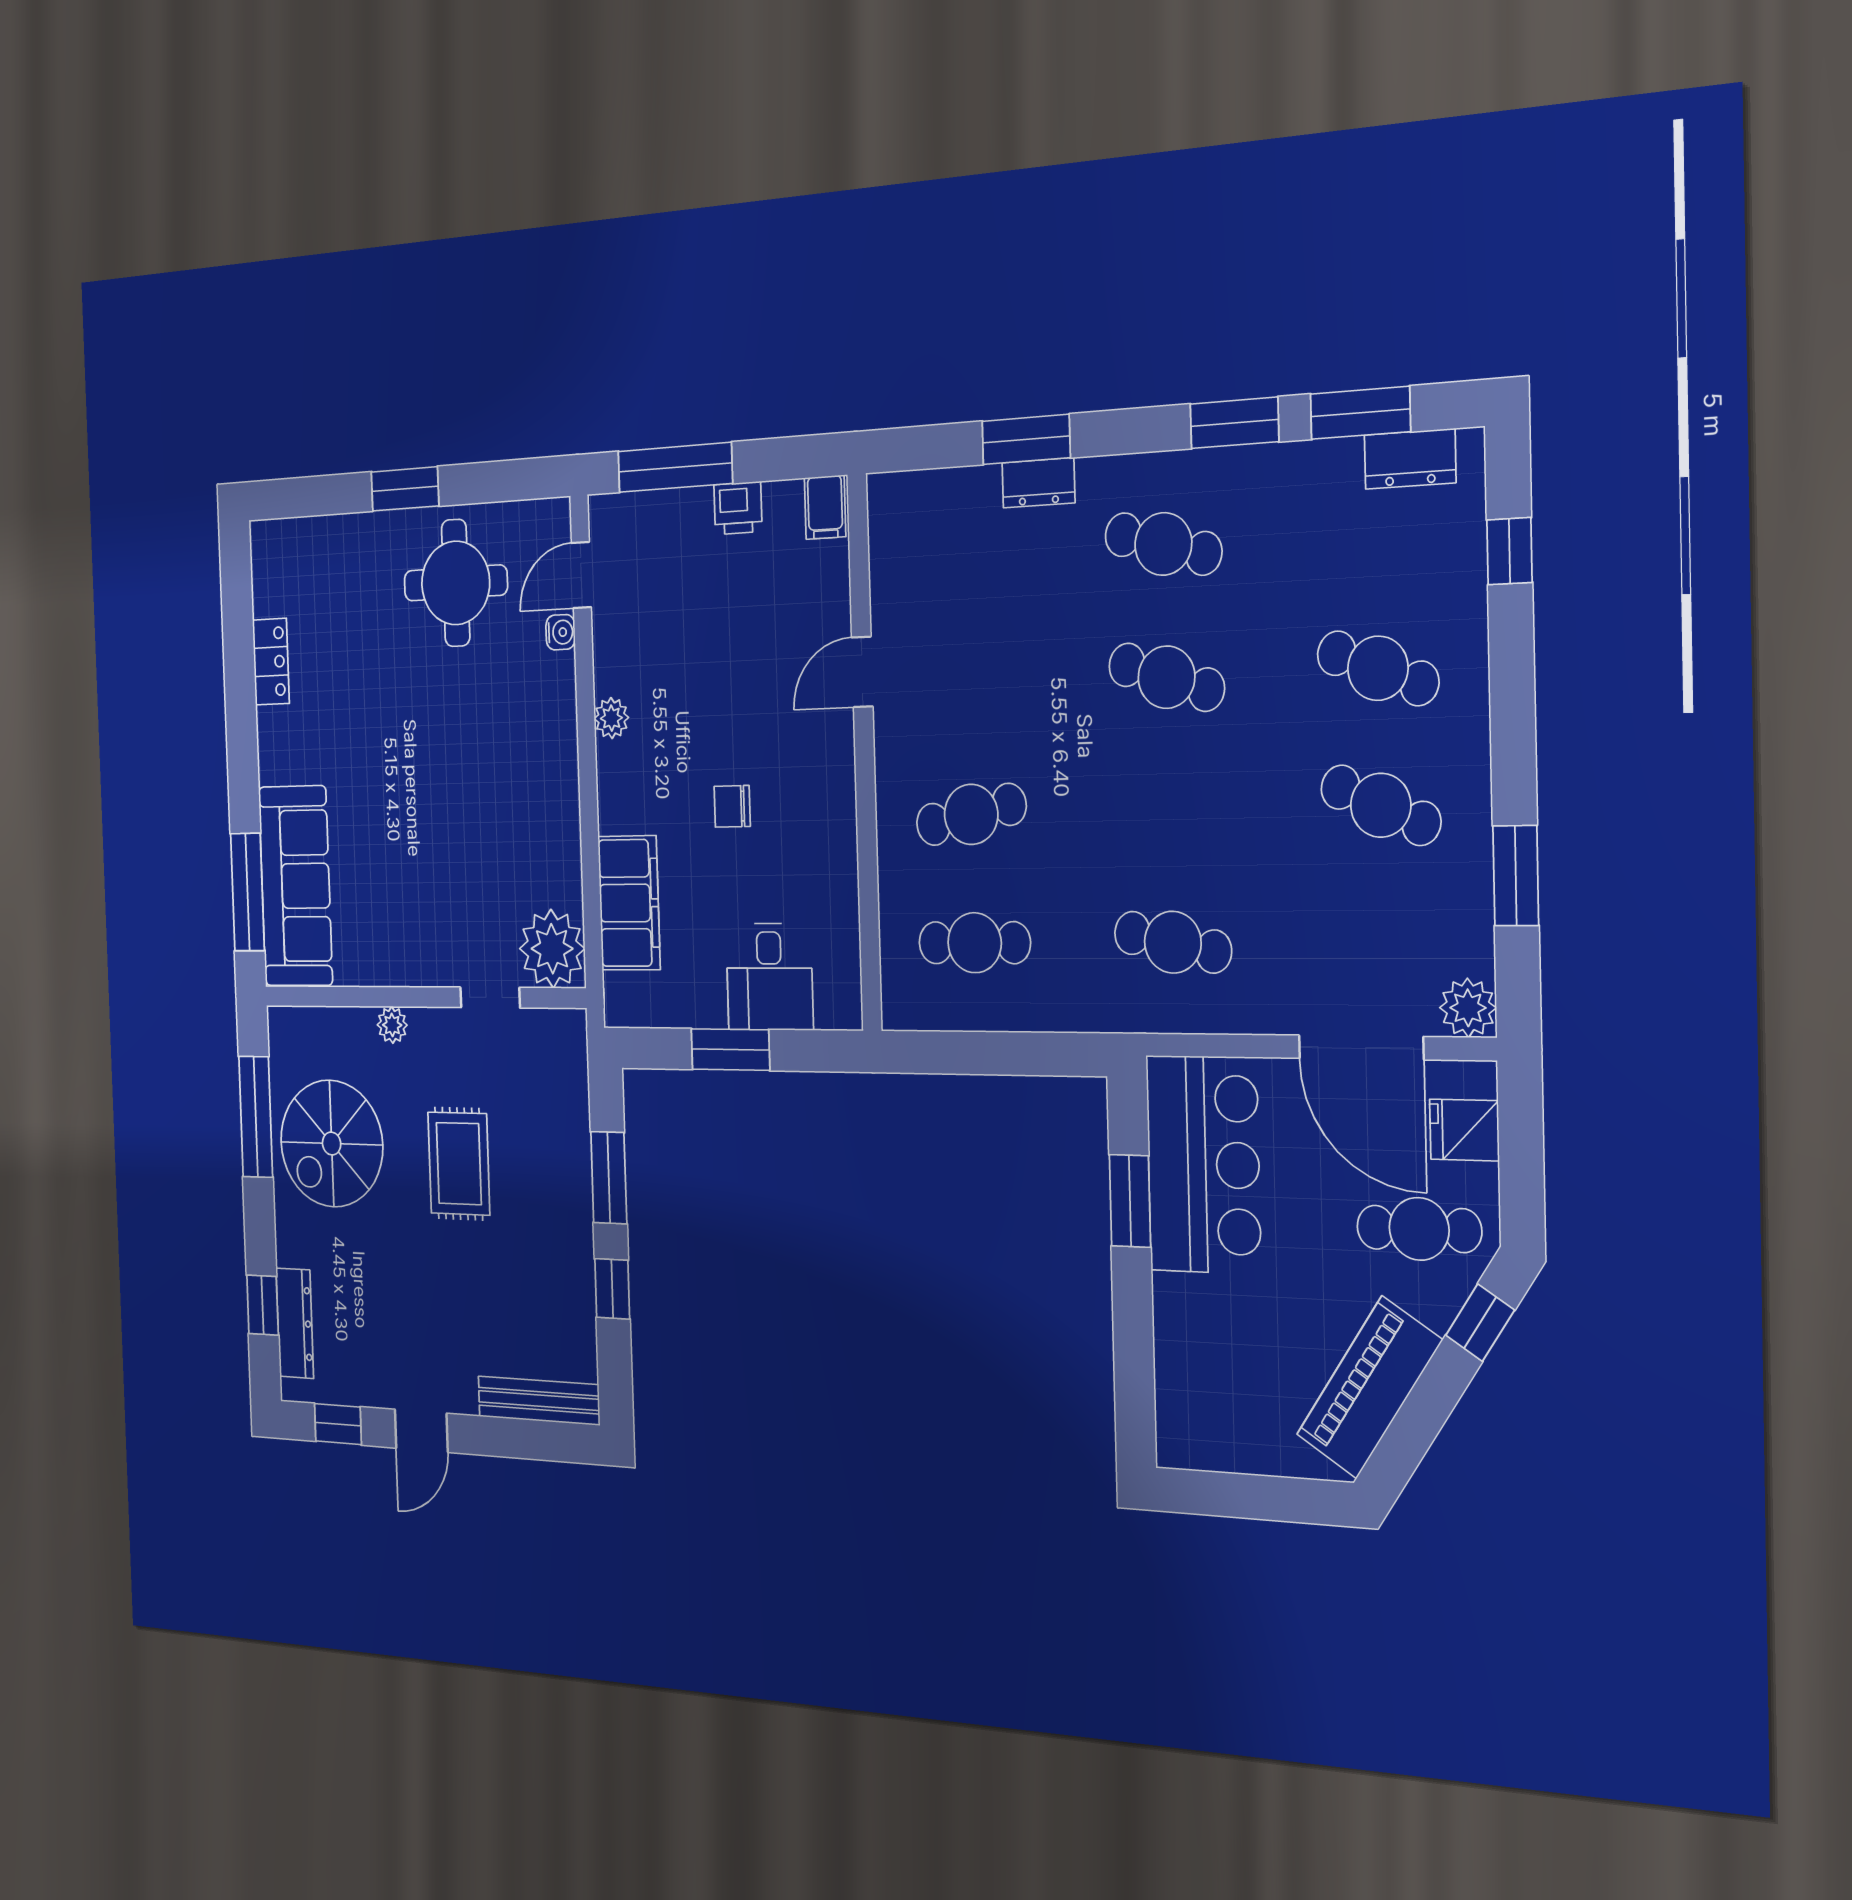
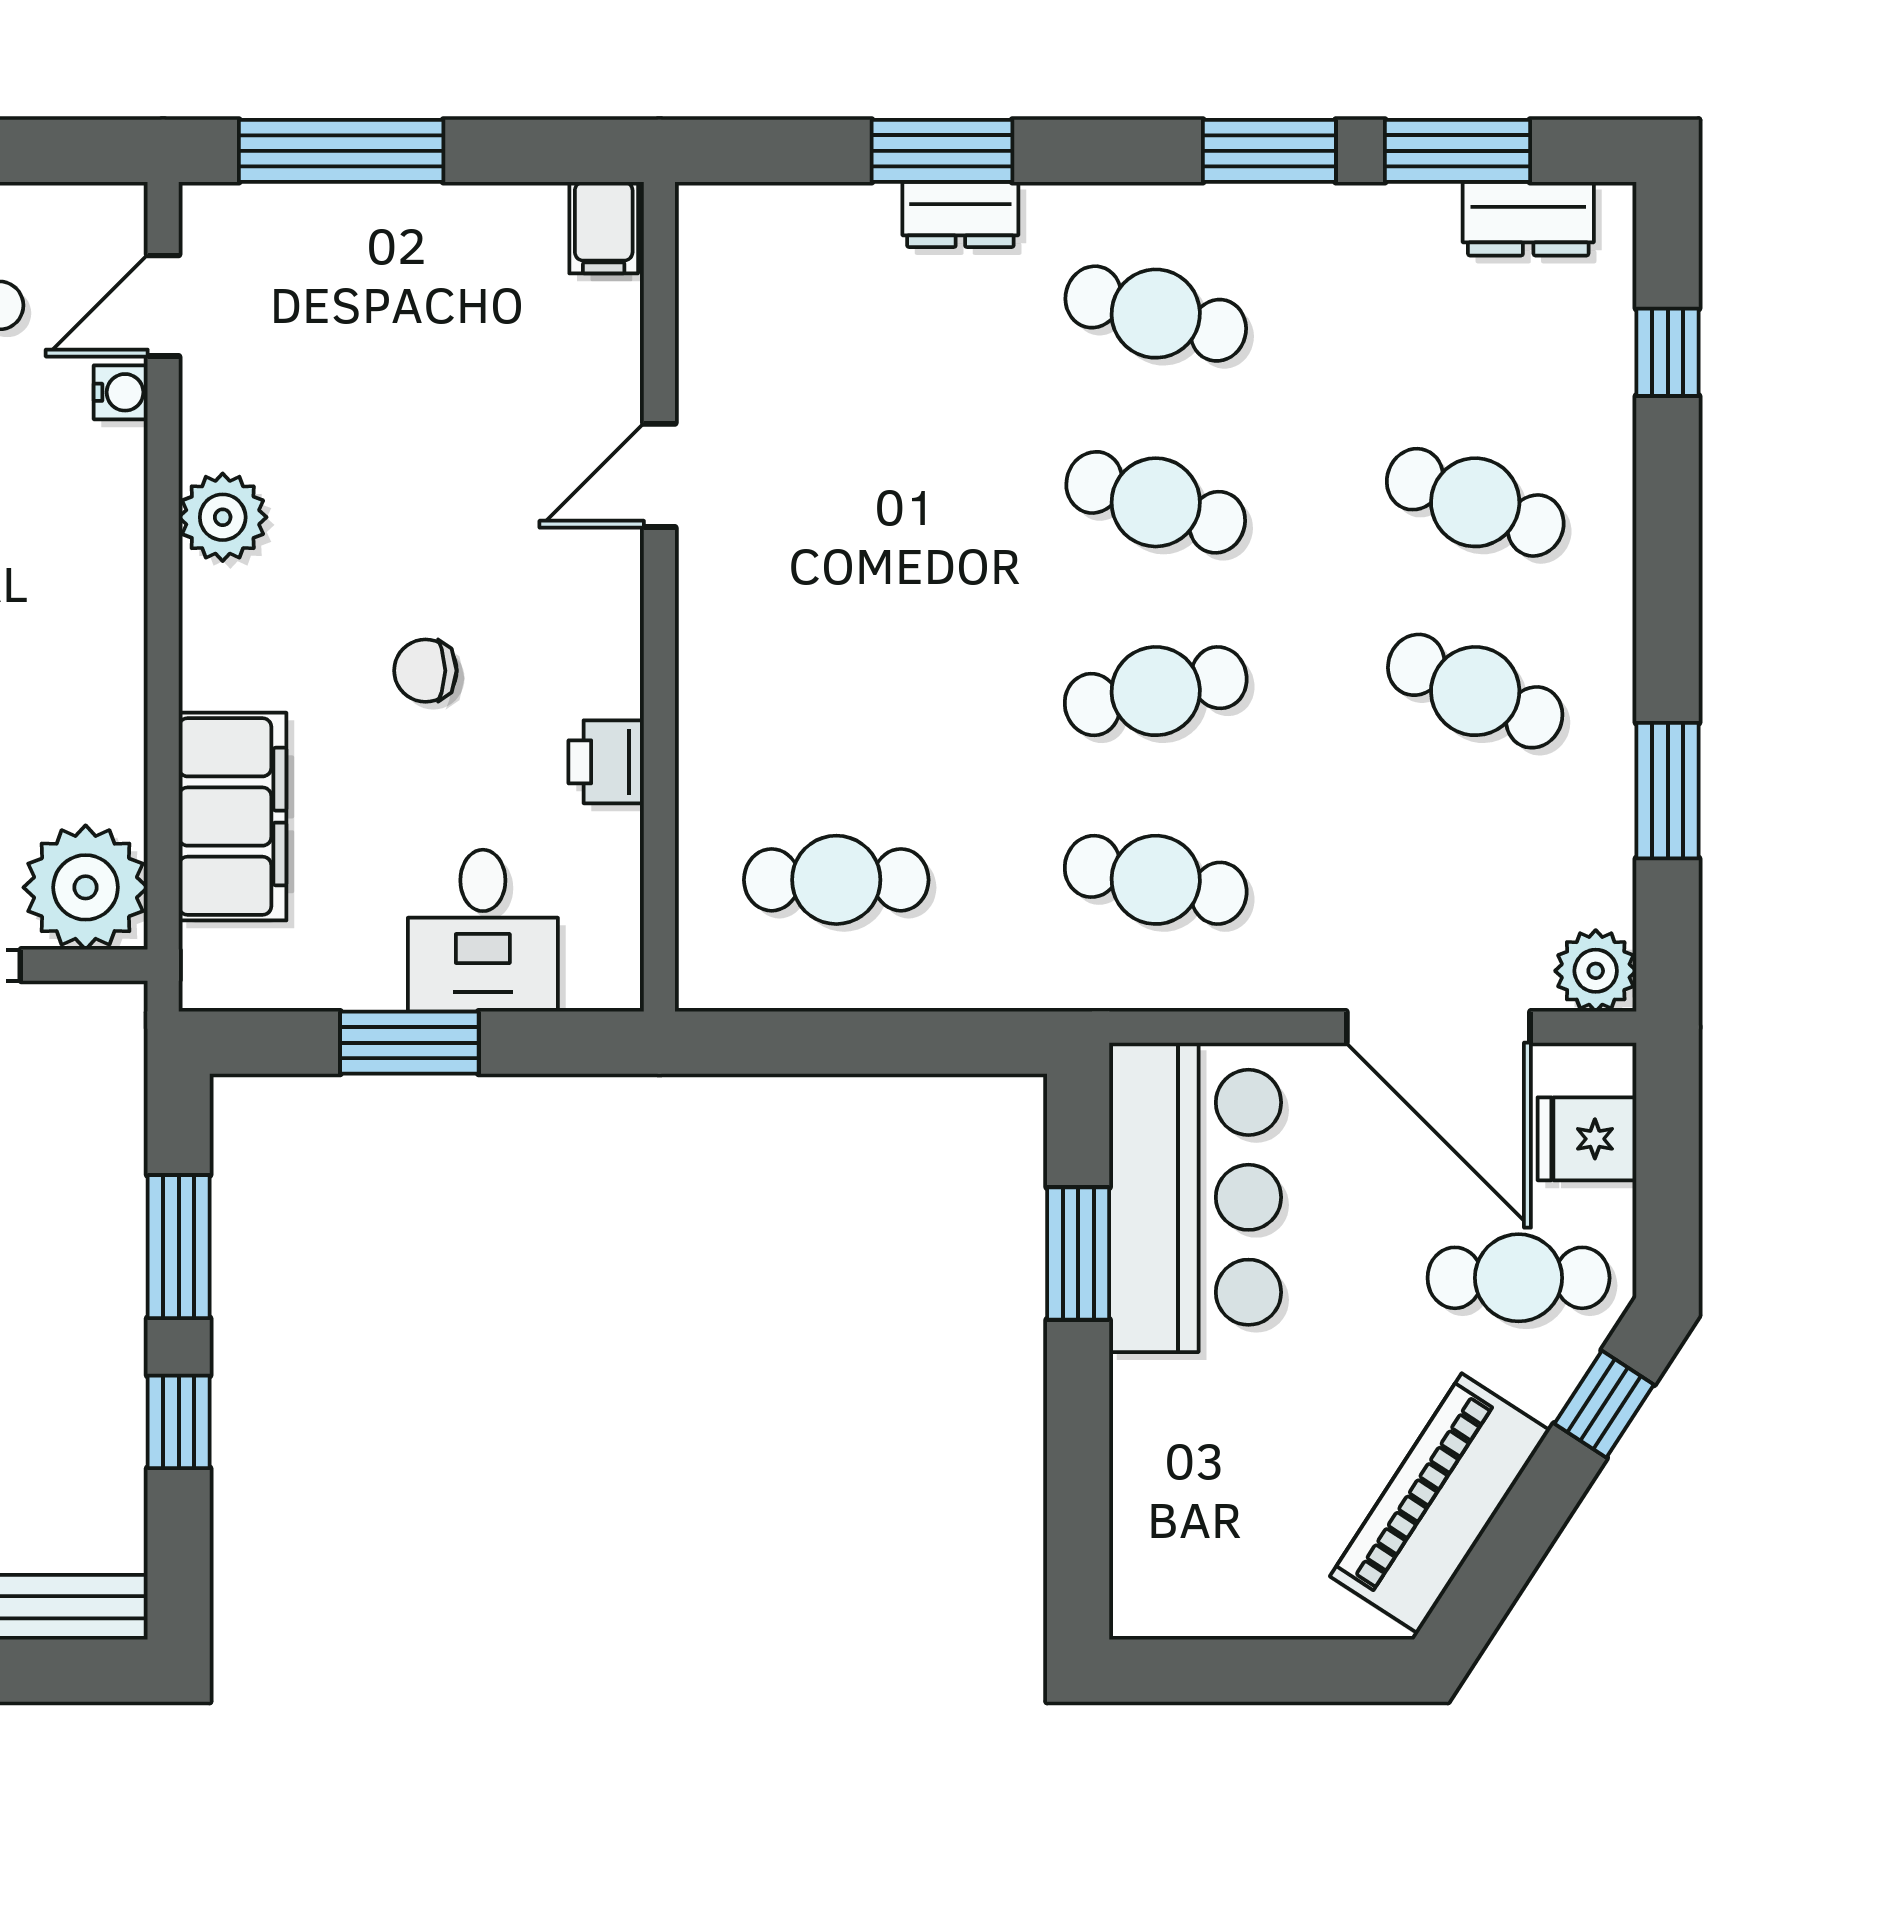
printer: (738, 508) -> (606, 762), moved, turned 90
plant: (611, 718) -> (223, 517), width x1.38, depth x1.38
cafe table: (971, 814) -> (1156, 691), moved

